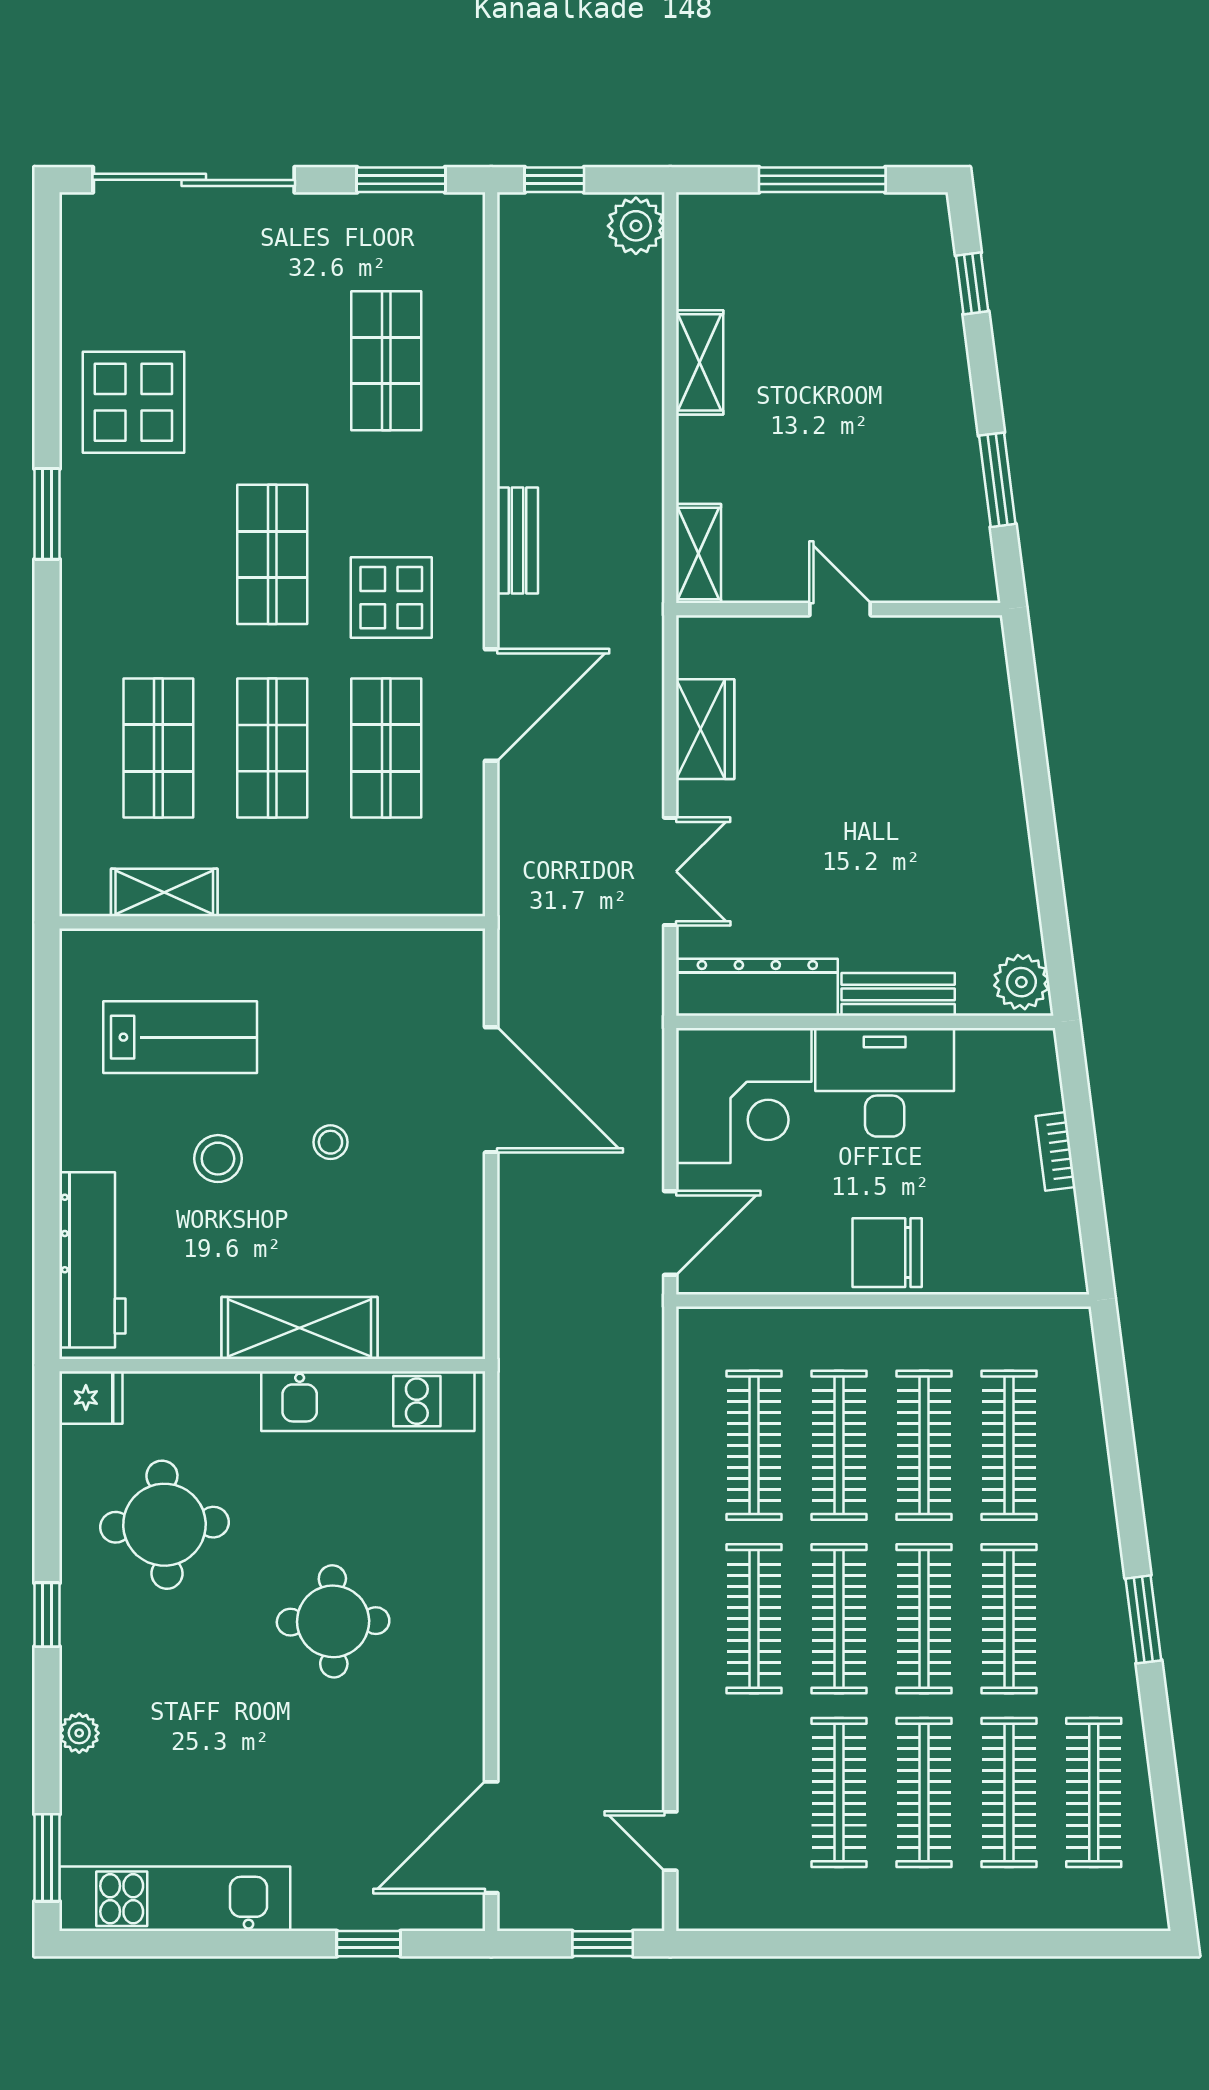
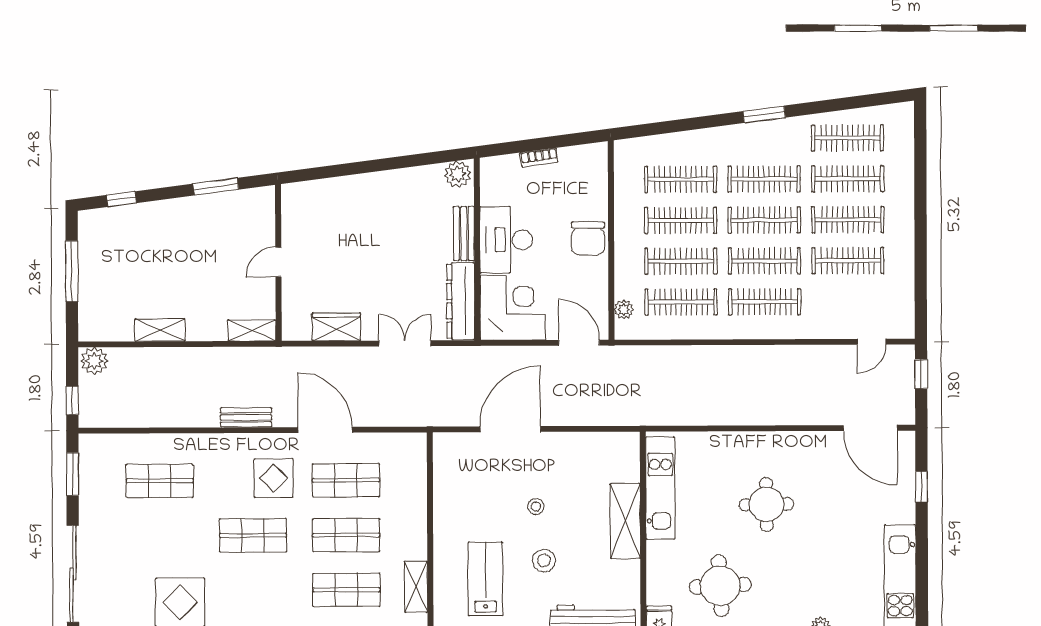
plant: (739, 1327) -> (624, 310), added

